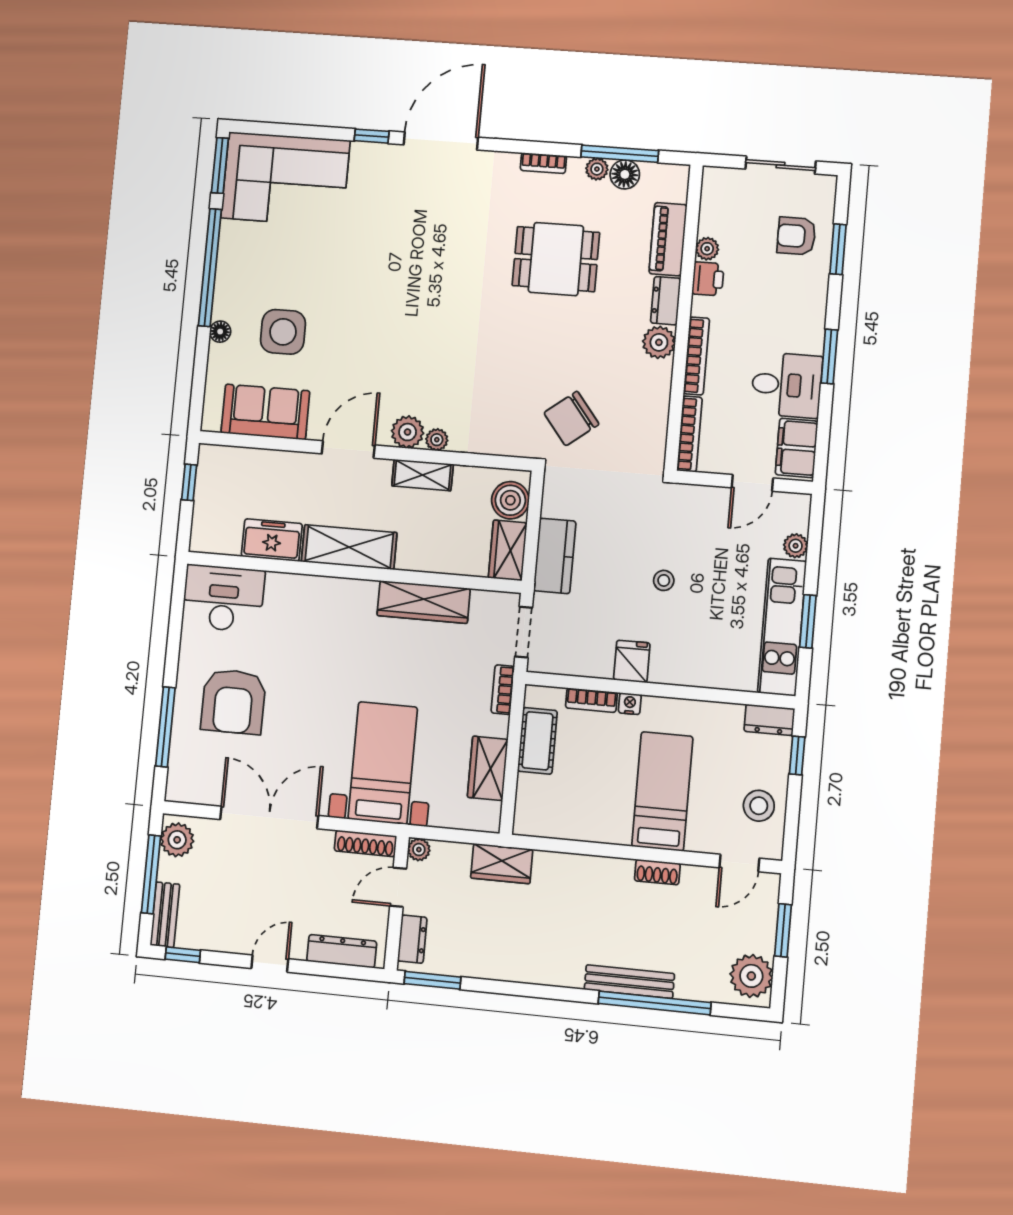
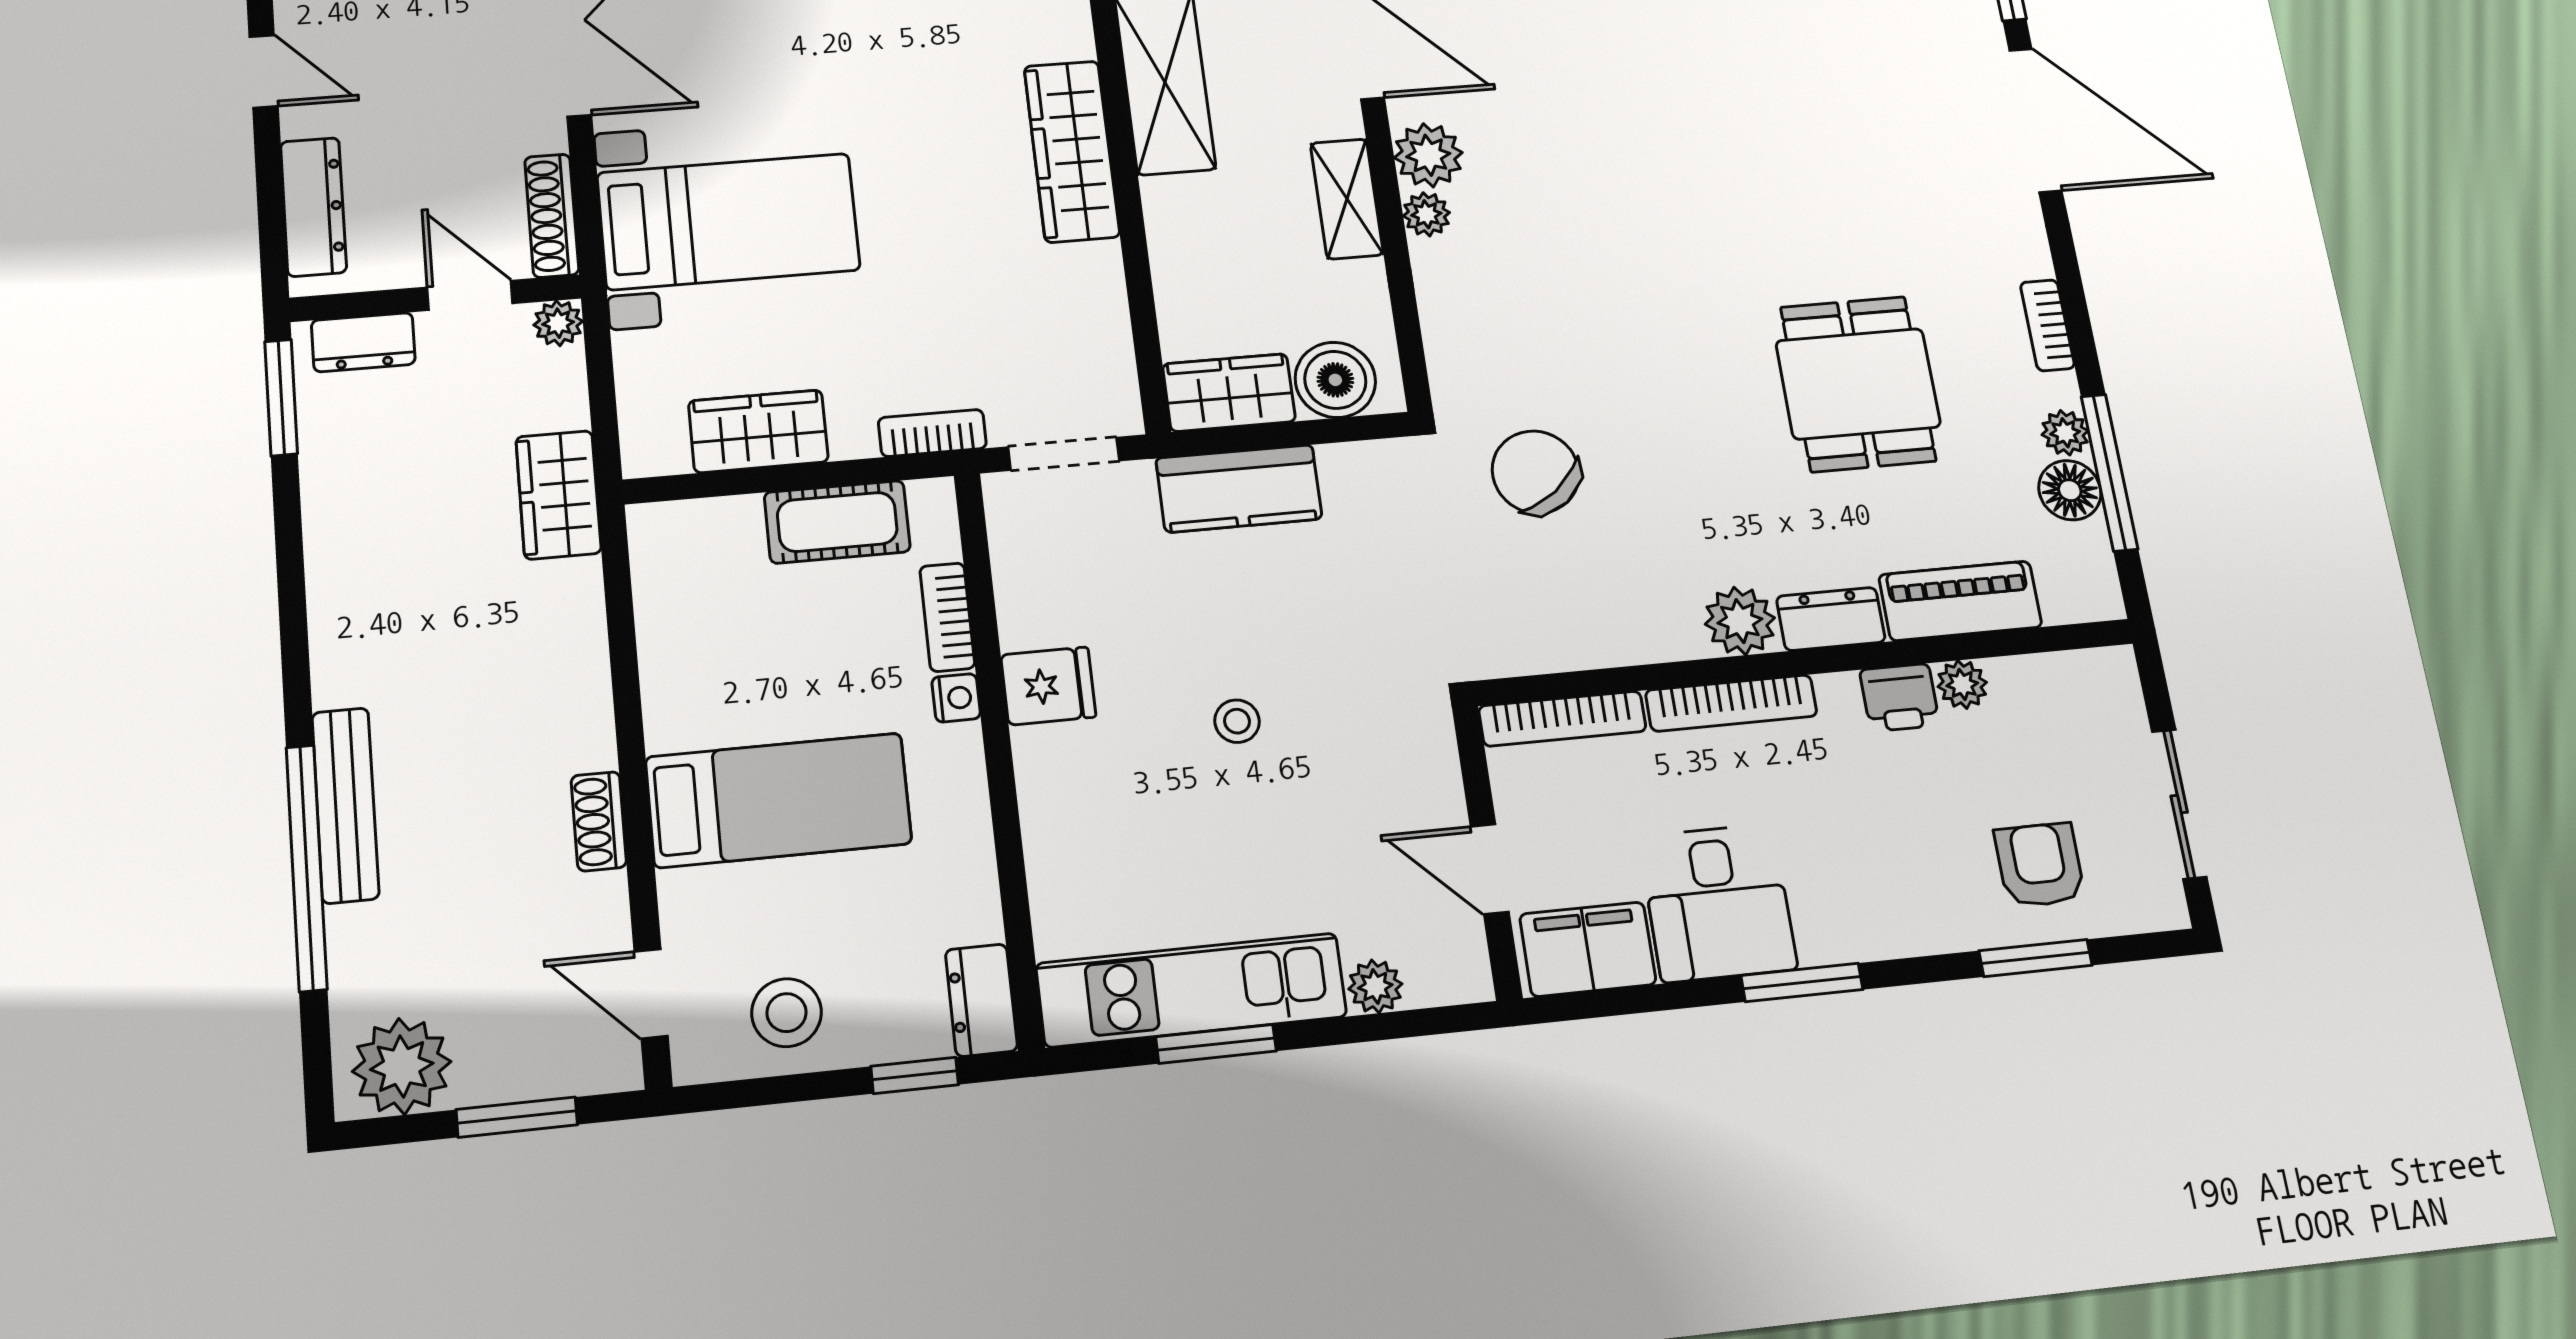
wardrobe: (424, 602) -> (1072, 151), moved

